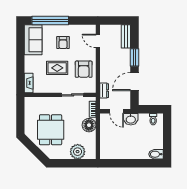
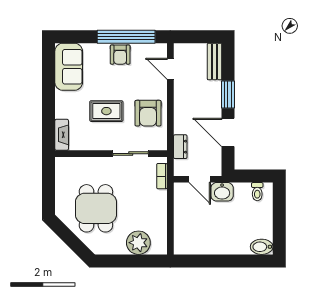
window: (50, 21) -> (126, 37), moved
armchair: (63, 43) -> (120, 55), moved
door: (135, 81) -> (228, 132), hinge flipped
floor lamp: (89, 125) -> (156, 201), removed

